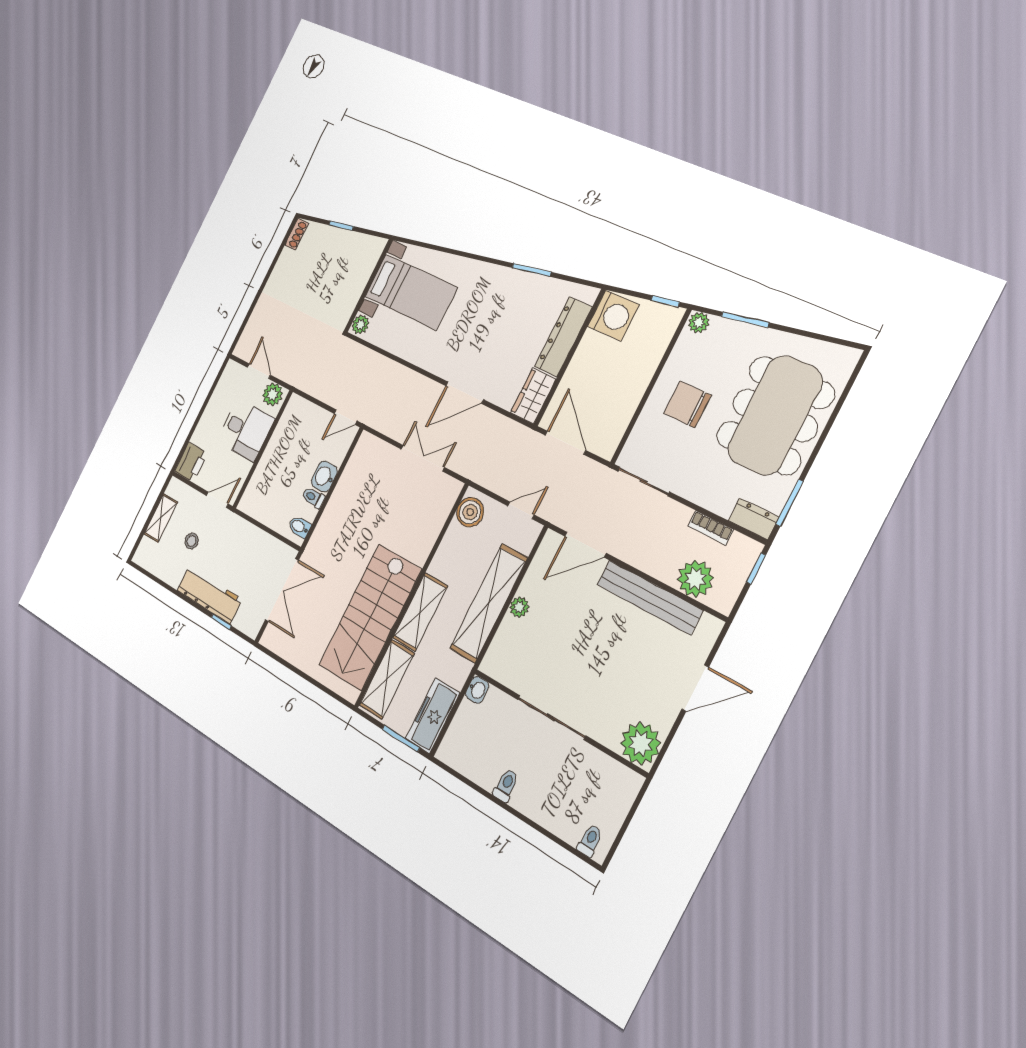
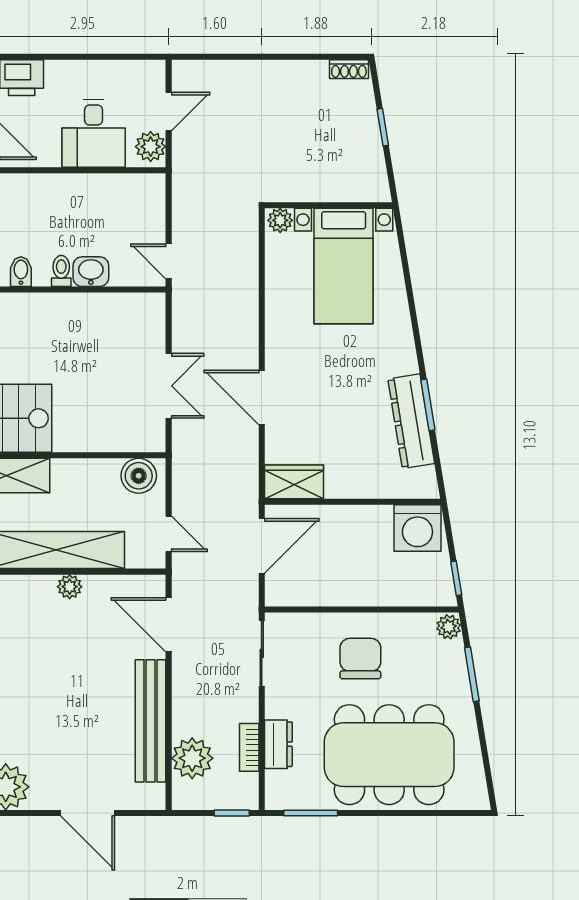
dresser: (563, 337) -> (411, 421), moved, turned -99
dresser: (753, 519) -> (278, 744), moved

